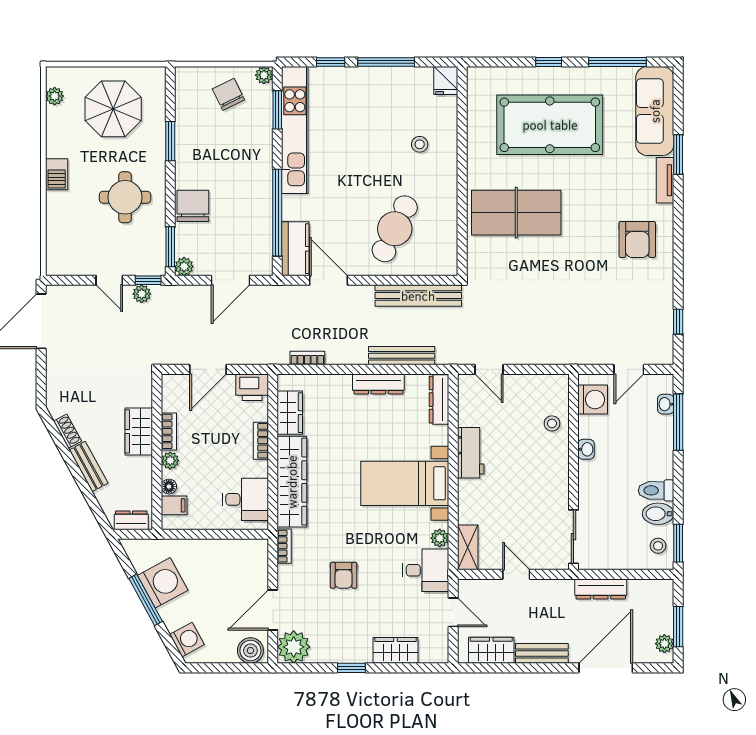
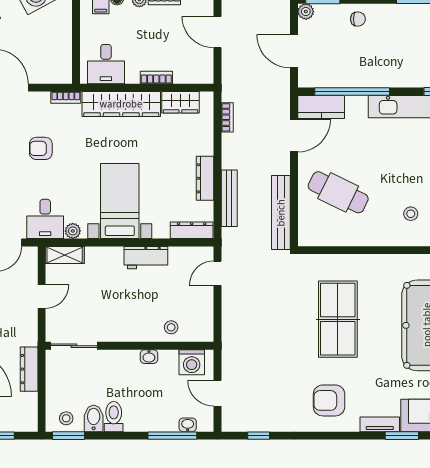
chair: (193, 206) -> (358, 19), width x0.54, depth x0.54
table tennis table: (516, 213) -> (338, 319), moved
printer: (252, 387) -> (202, 70), removed

